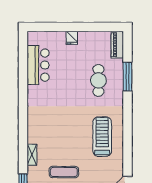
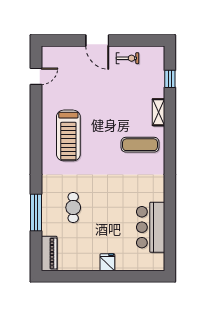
cafe table: (98, 80) -> (73, 208), width x0.73, depth x0.74
exercise mat: (64, 172) -> (140, 145), moved

